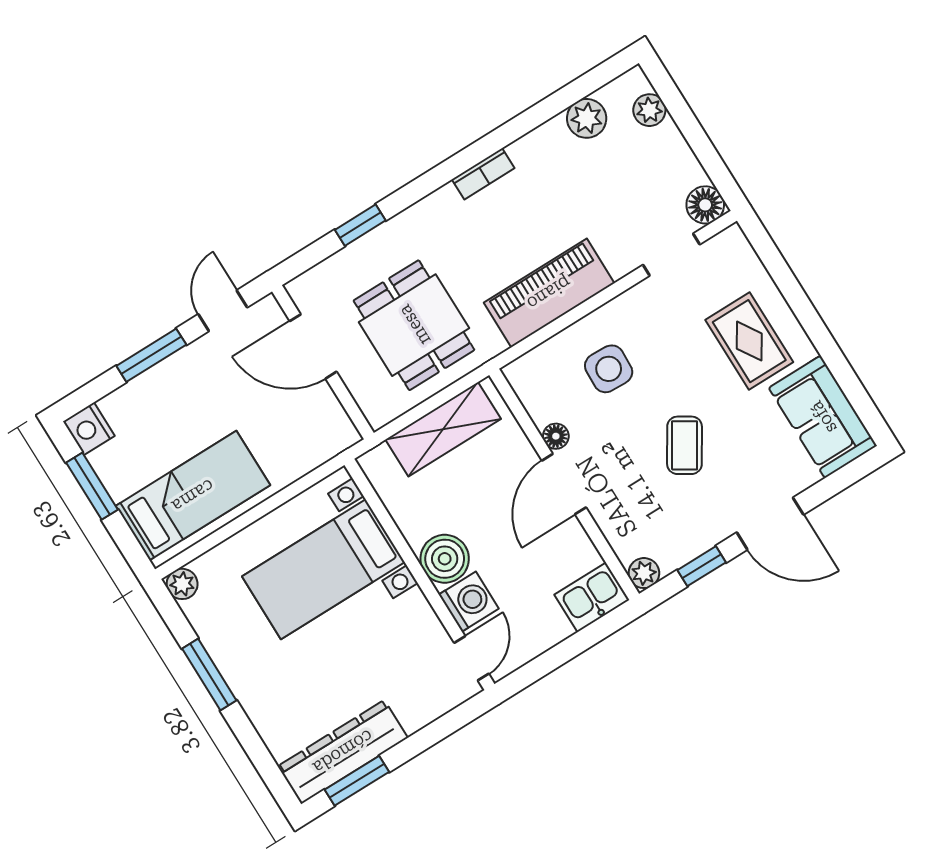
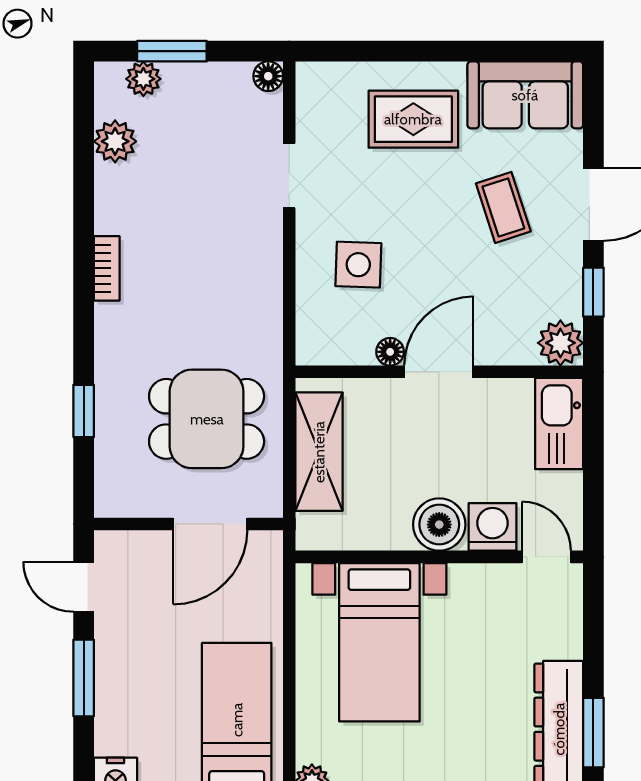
window: (685, 119) -> (172, 51), added
floor lamp: (705, 205) -> (268, 76), width x0.73, depth x0.73
doorway: (671, 255) -> (289, 176), moved
piano: (549, 293) -> (254, 276), removed
door: (313, 346) -> (210, 524), moved
coffee table: (685, 445) -> (503, 207), moved, turned 40
door: (564, 484) -> (439, 372), swing flipped
plant: (644, 573) -> (560, 343), width x1.38, depth x1.38
kitchen sink: (592, 597) -> (559, 424), width x1.38

